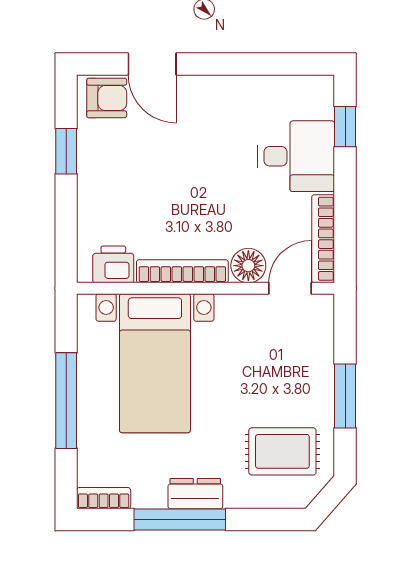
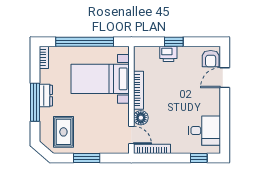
window: (66, 151) -> (174, 42), moved
desk: (296, 156) -> (204, 131), moved, turned -90
printer: (113, 264) -> (168, 54), moved, turned 90
window: (66, 401) -> (85, 42), width x1.46
window: (180, 520) -> (35, 102), moved

